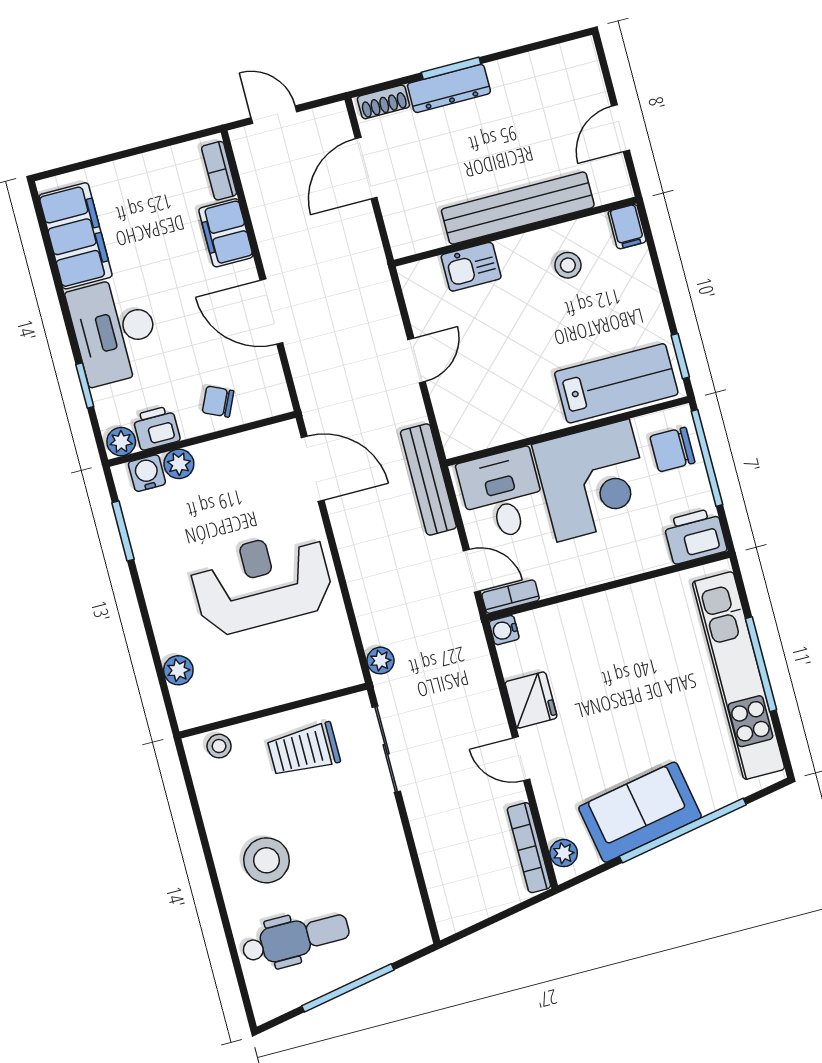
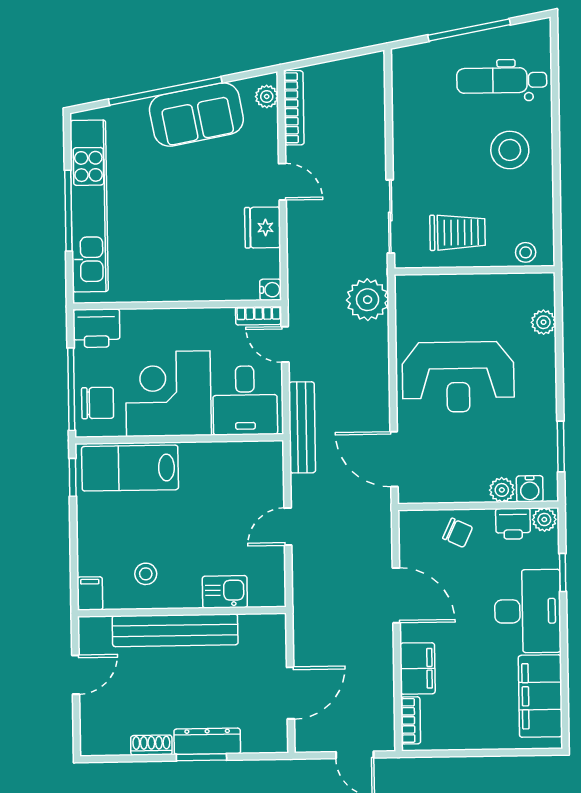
shoe rack: (383, 102) -> (151, 745), moved
plant: (380, 661) -> (368, 300), width x1.87, depth x1.87

